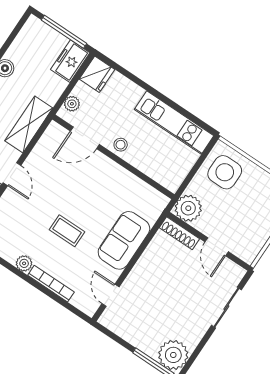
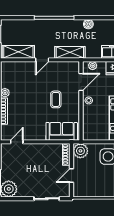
door: (85, 138) -> (81, 82), swing flipped
coffee table: (67, 231) -> (56, 99), moved
sofa: (124, 240) -> (62, 131), moved

